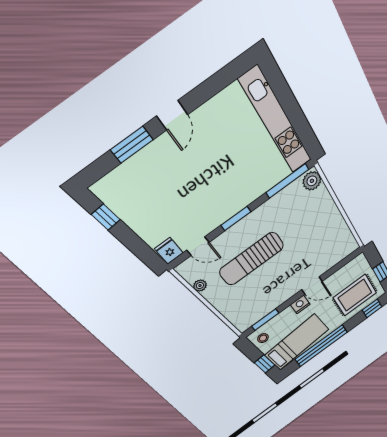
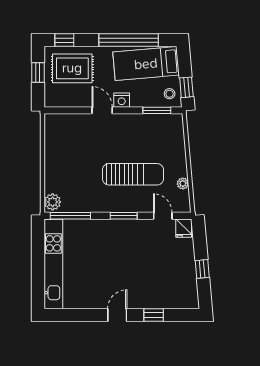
window: (132, 145) -> (154, 315), width x0.67
window: (106, 217) -> (202, 269), moved
window: (265, 364) -> (186, 87), moved

